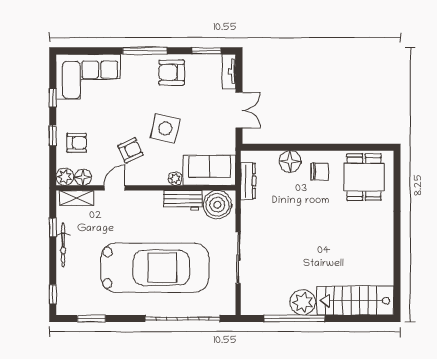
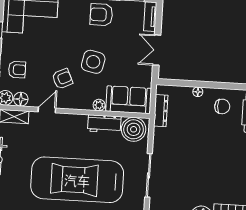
double door: (239, 110) -> (157, 50), swing flipped
floor lamp: (290, 161) -> (198, 92), width x0.53, depth x0.53
car: (155, 268) -> (77, 180), turned 180

